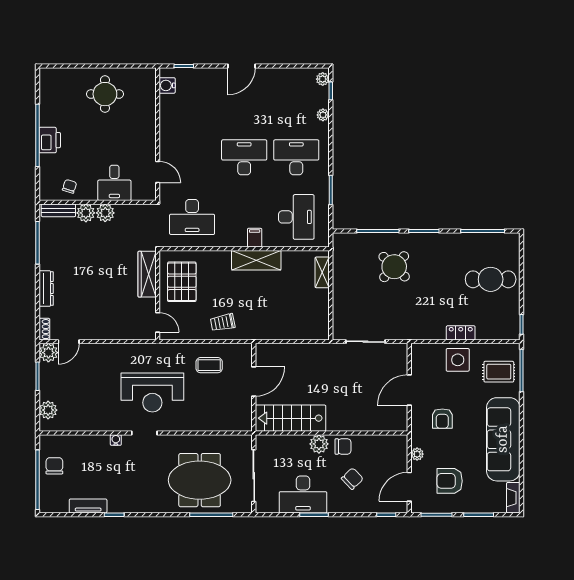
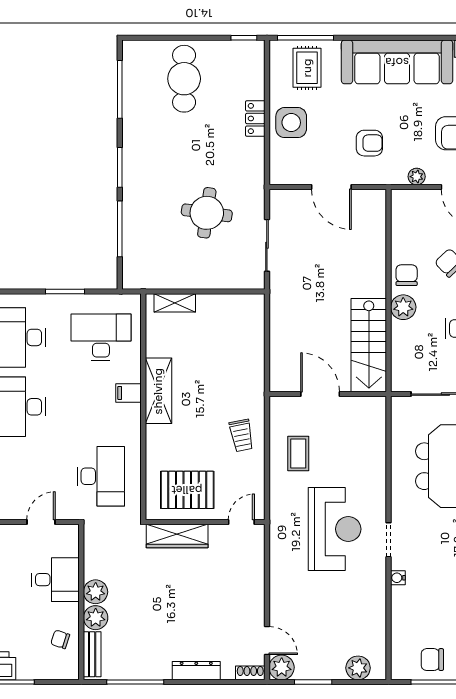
round table: (394, 267) -> (207, 213), moved, turned -35

